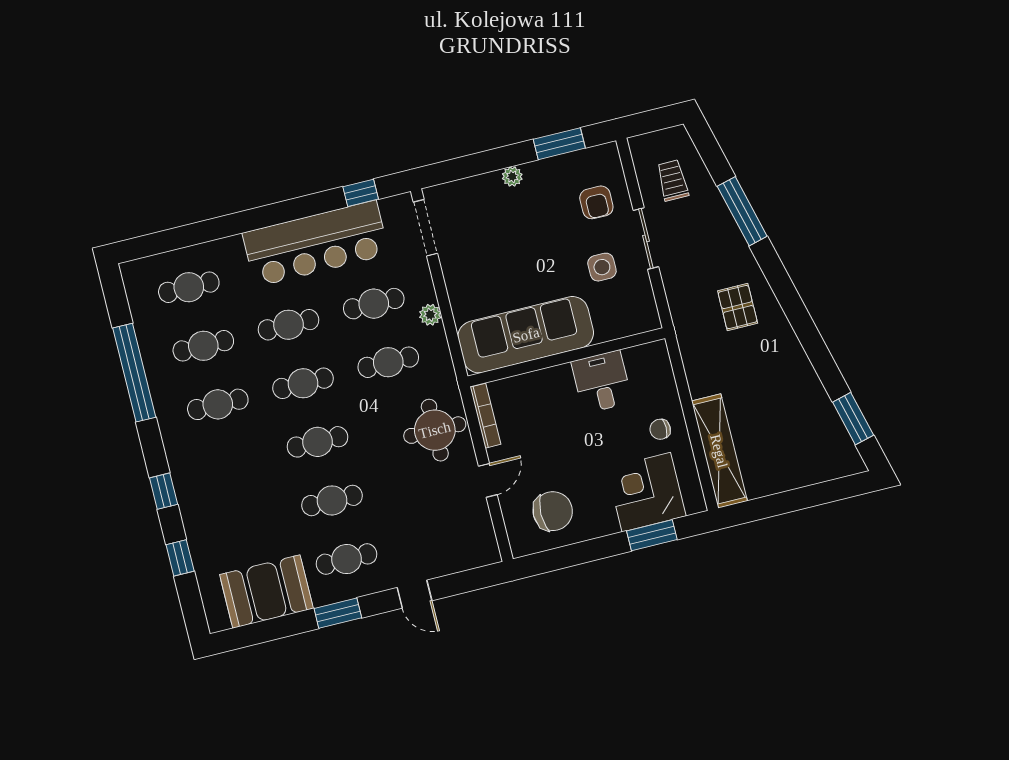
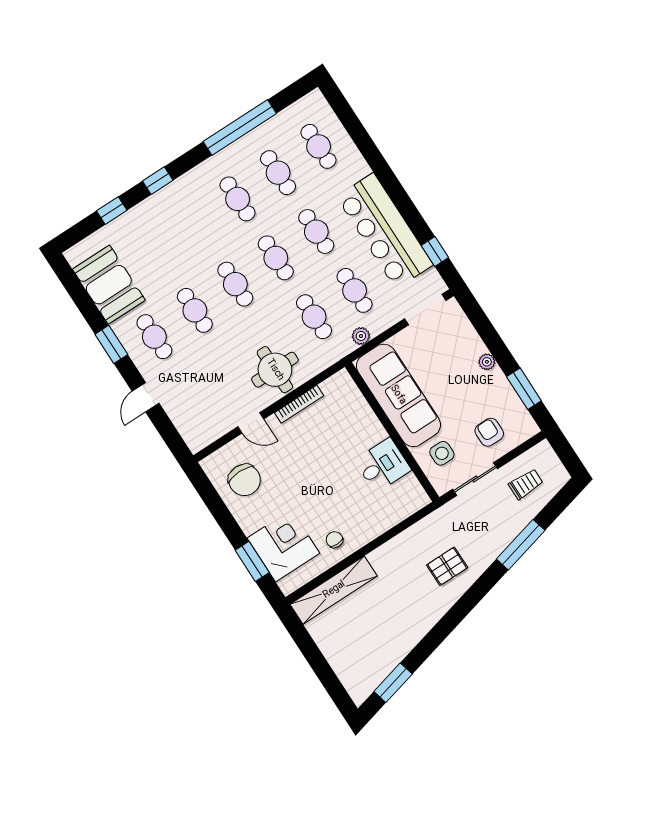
armchair: (596, 202) -> (489, 432), turned 90
sofa: (526, 335) -> (398, 395), moved
wall: (566, 357) -> (392, 432), moved
desk: (602, 382) -> (383, 465), moved

